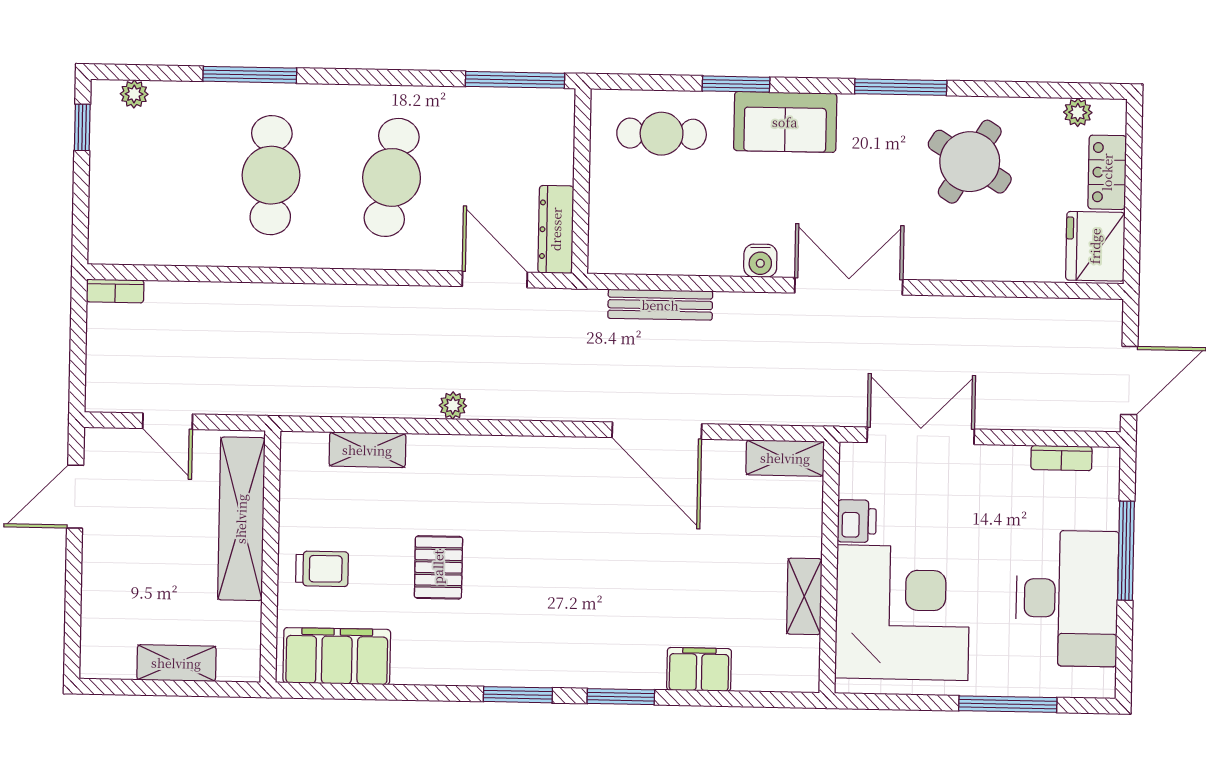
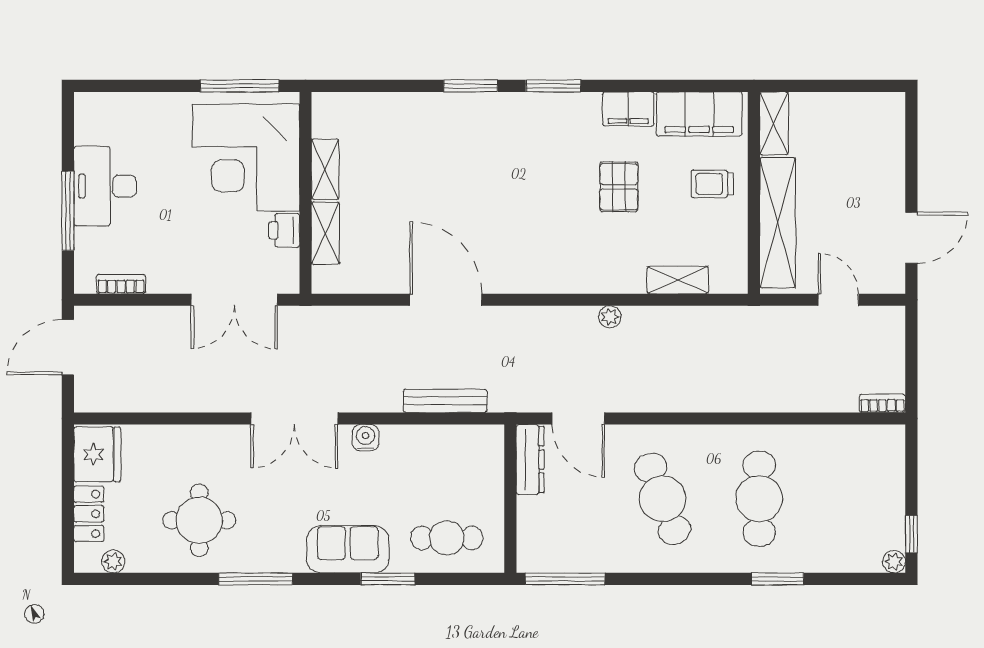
window: (250, 75) -> (778, 579), width x0.69
plant: (134, 94) -> (894, 562), moved
round table: (970, 162) -> (199, 520), turned -32
cafe table: (392, 177) -> (663, 499), turned -30
shelving: (785, 458) -> (325, 233), moved, turned 90
desk: (1067, 598) -> (105, 186), width x0.73, depth x0.77
shelving: (176, 663) -> (774, 123), moved, turned 90
filing cabinet: (699, 669) -> (628, 109), moved
window: (1008, 704) -> (240, 86), moved

